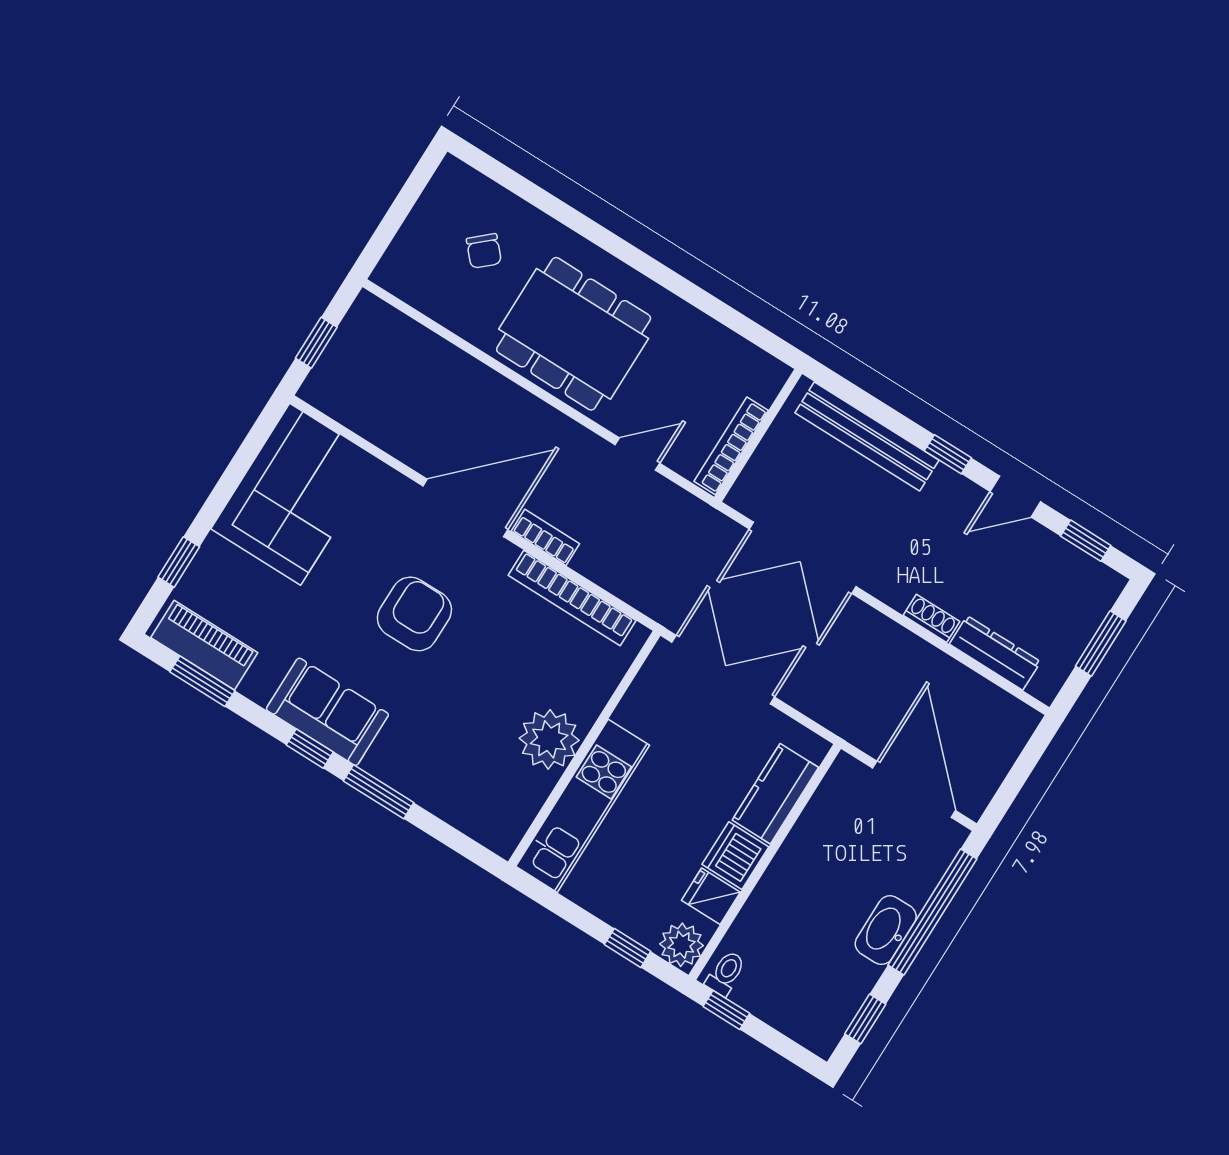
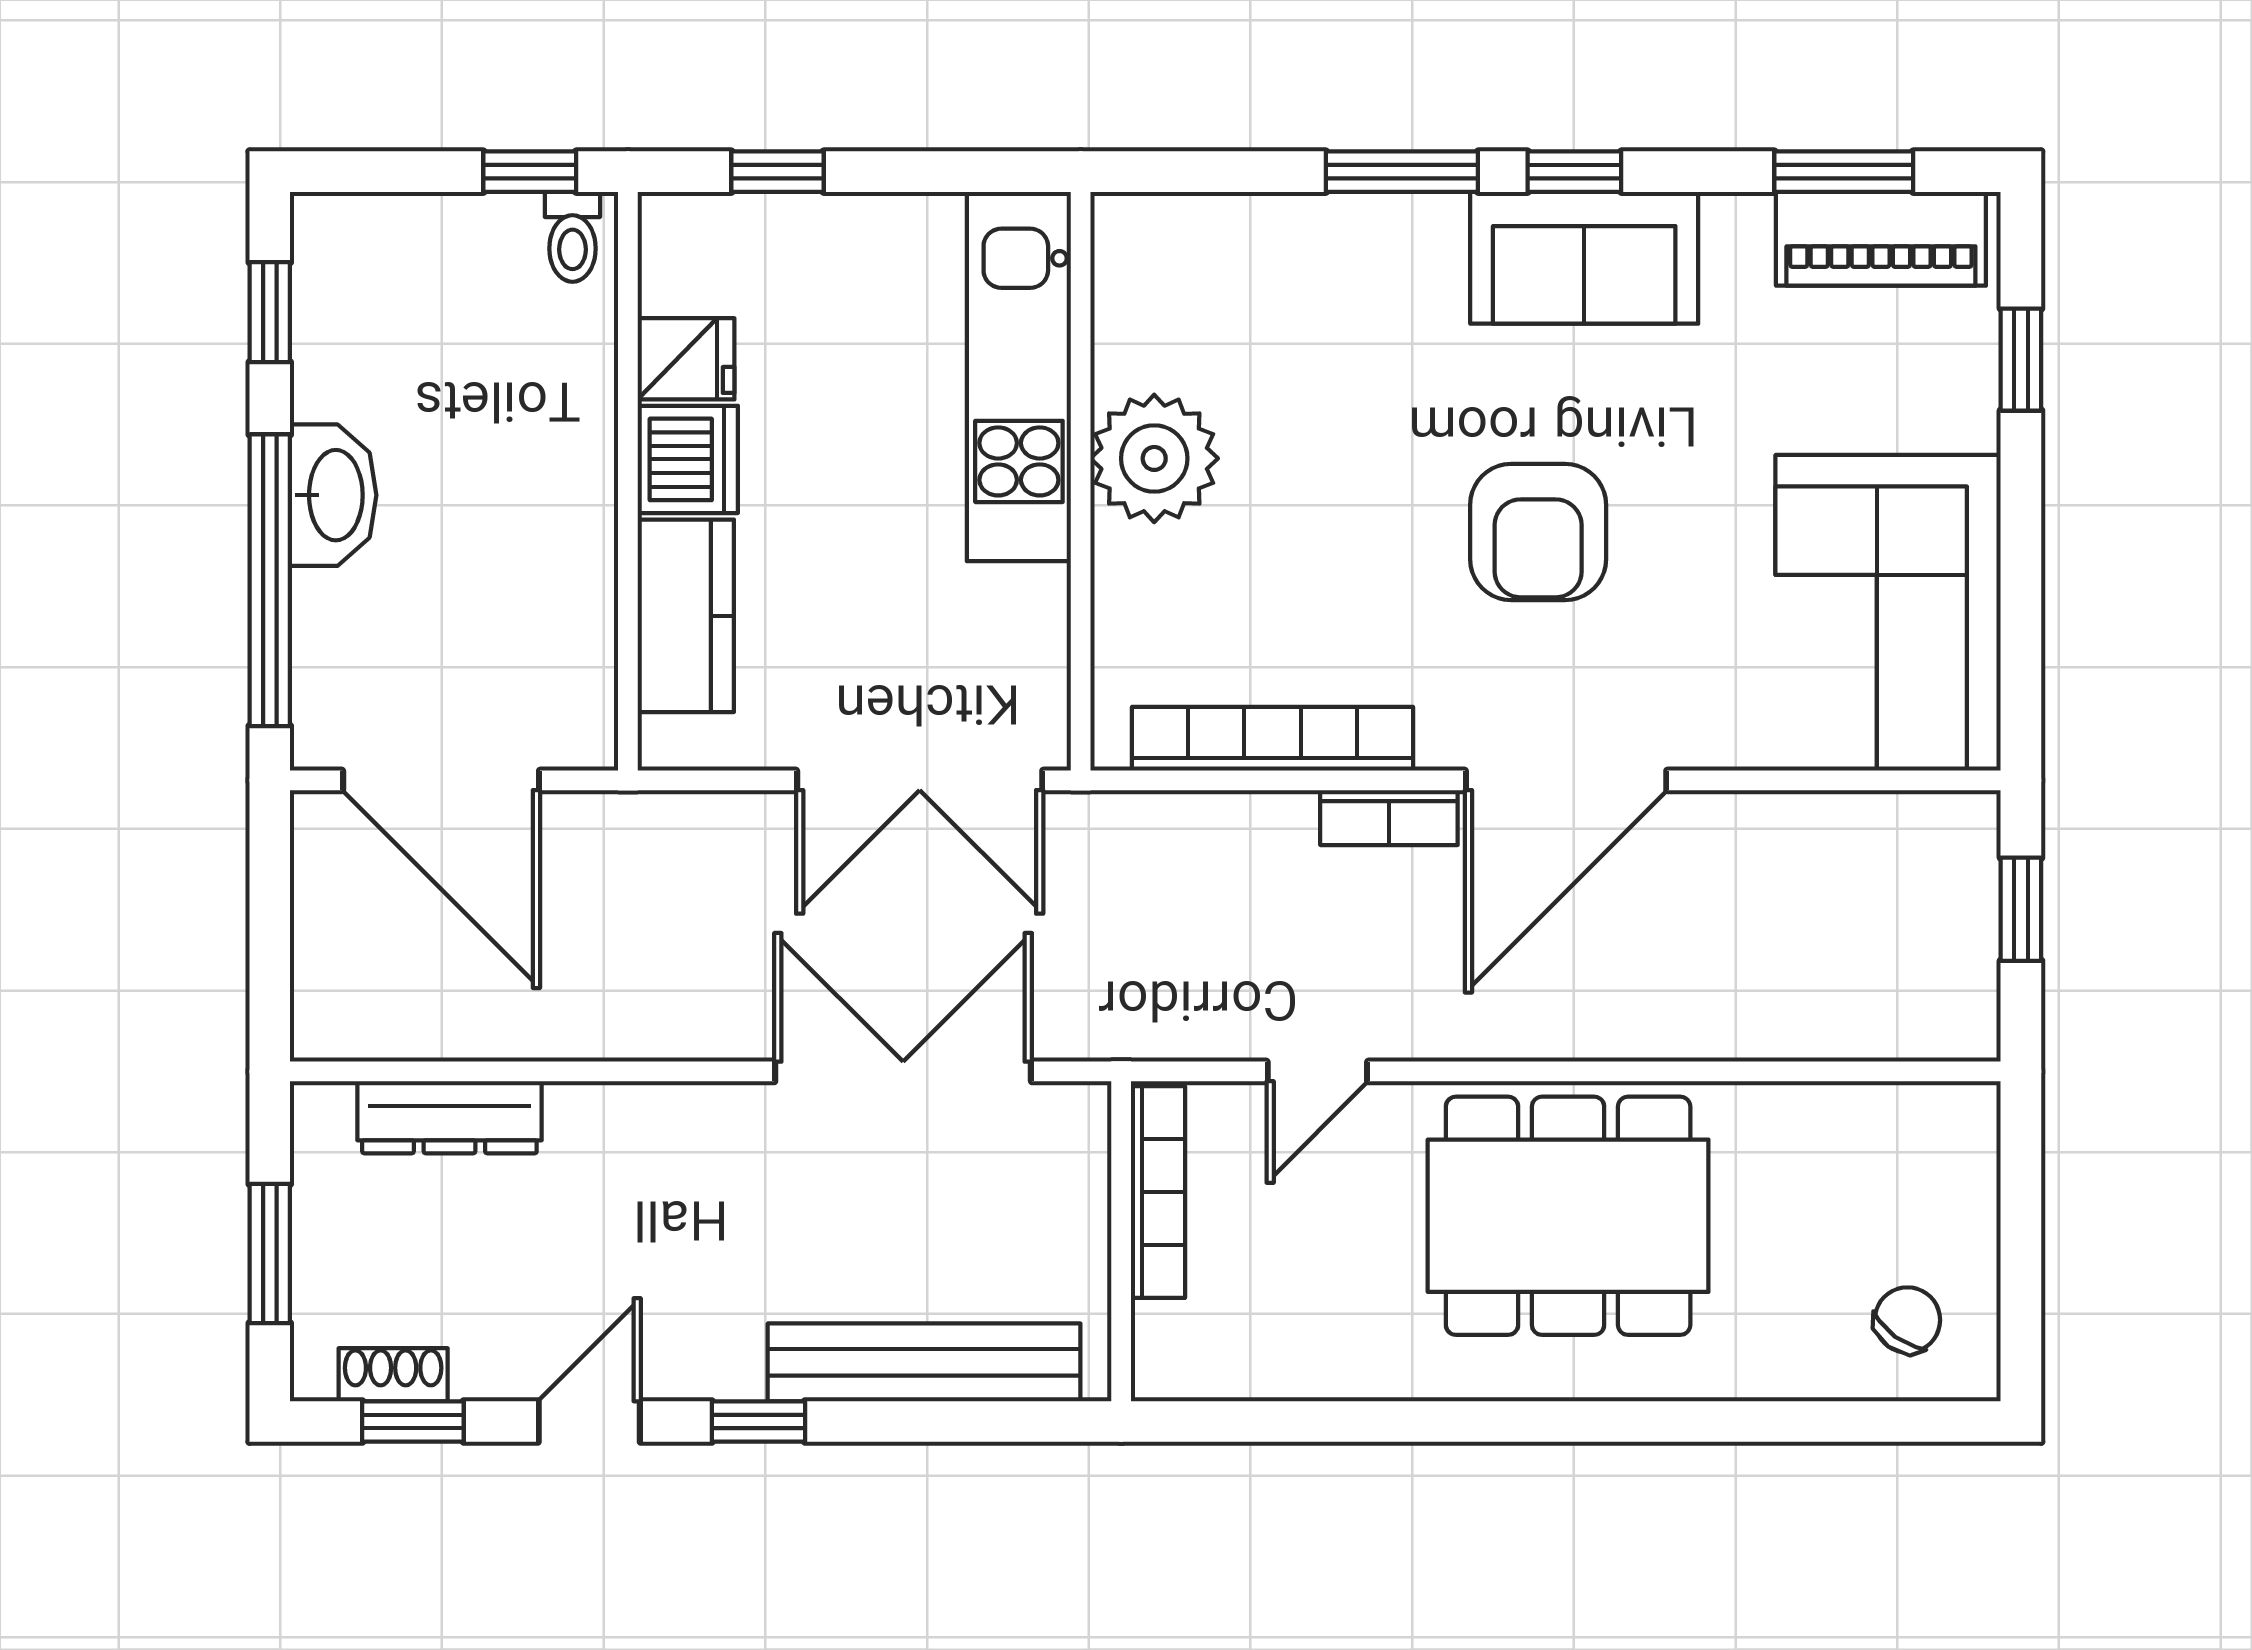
chair: (484, 251) -> (1907, 1320), moved, turned 78
shoe rack: (931, 618) -> (393, 1375), moved, turned 180
plant: (682, 945) -> (684, 238), removed

